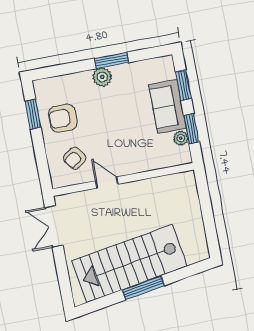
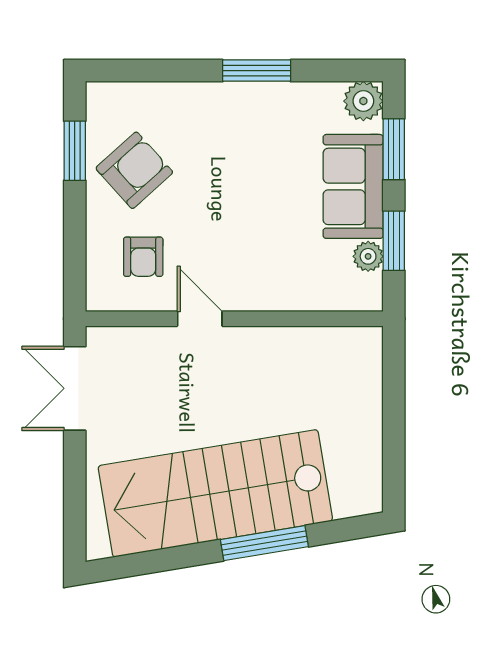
plant: (102, 77) -> (363, 101), moved
armchair: (63, 118) -> (134, 170), turned 138
armchair: (75, 158) -> (143, 257), turned -54
window: (143, 288) -> (264, 543), moved

